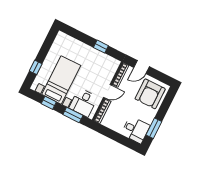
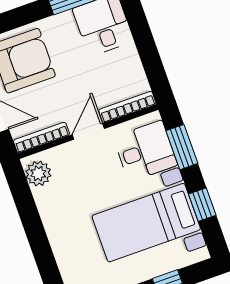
window: (101, 47) -> (29, 215), removed
plant: (111, 63) -> (38, 173), added
door: (108, 91) -> (88, 132), hinge flipped

